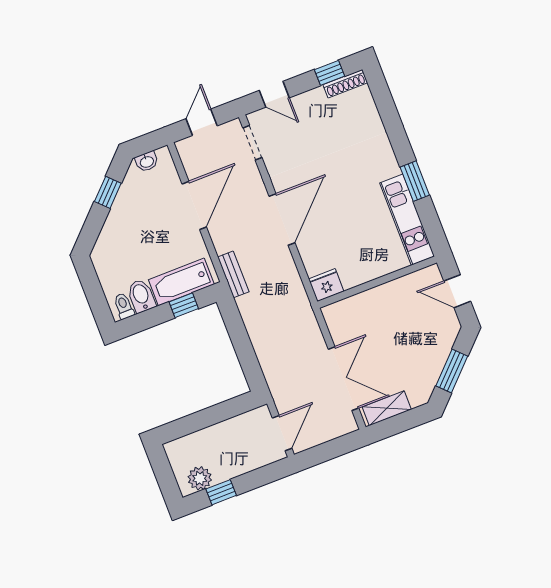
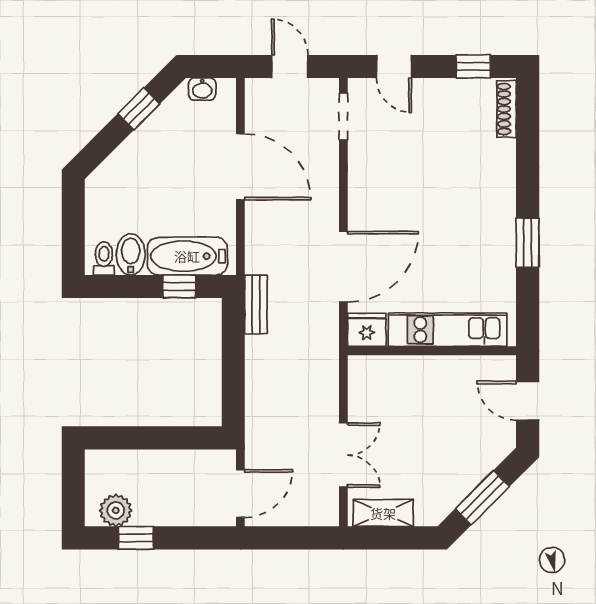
shoe rack: (345, 84) -> (507, 109), moved, turned 90
door: (202, 122) -> (290, 66), hinge flipped
door: (194, 205) -> (240, 167), hinge flipped
door: (282, 219) -> (343, 267), moved
kitchen unit: (407, 220) -> (448, 330), moved, turned 90
bench: (233, 274) -> (256, 305), moved
double door: (343, 379) -> (343, 455), width x0.73

